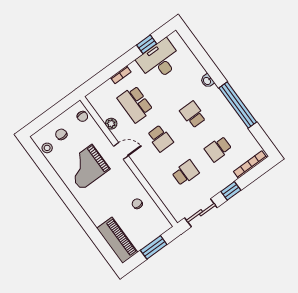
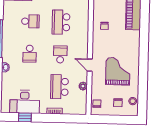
school desk: (135, 104) -> (59, 87), turned 180
grand piano: (87, 167) -> (118, 71), turned -90
school desk: (185, 173) -> (61, 22), width x1.85

